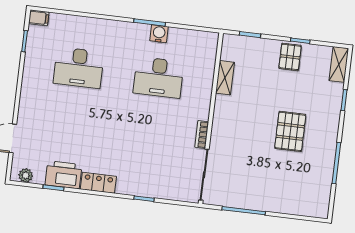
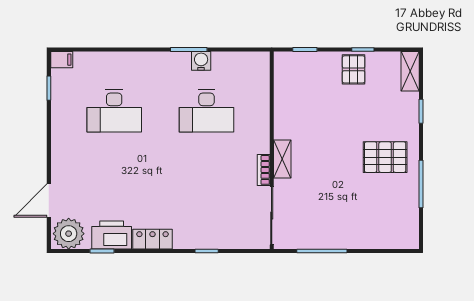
shelving: (225, 78) -> (282, 159), moved
pallet: (290, 131) -> (385, 157), moved, turned 90
plant: (26, 175) -> (69, 234), width x1.87, depth x1.87

